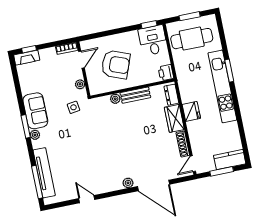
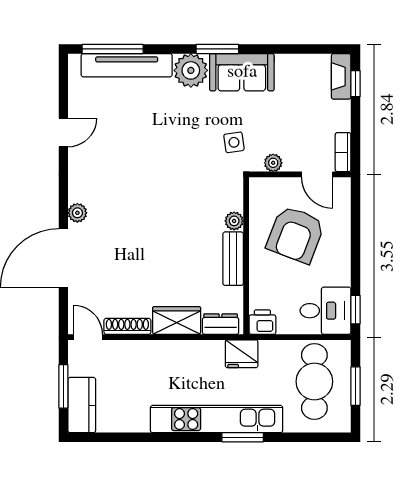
fridge: (191, 111) -> (242, 354), moved
plant: (35, 135) -> (191, 70), width x1.88, depth x1.88

